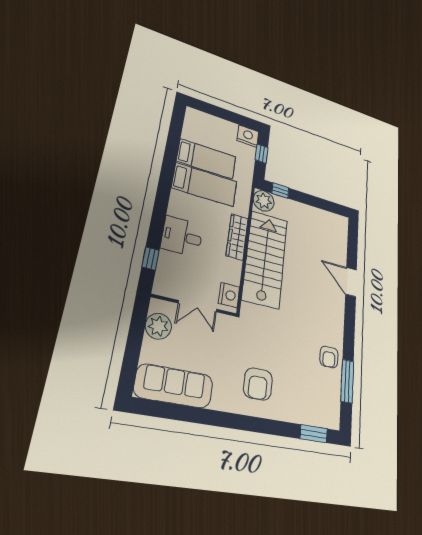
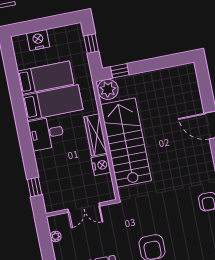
nightstand: (248, 136) -> (38, 40), moved
desk: (182, 236) -> (46, 133), moved
nightstand: (229, 295) -> (101, 165), moved
plant: (158, 326) -> (56, 236), width x0.53, depth x0.53

